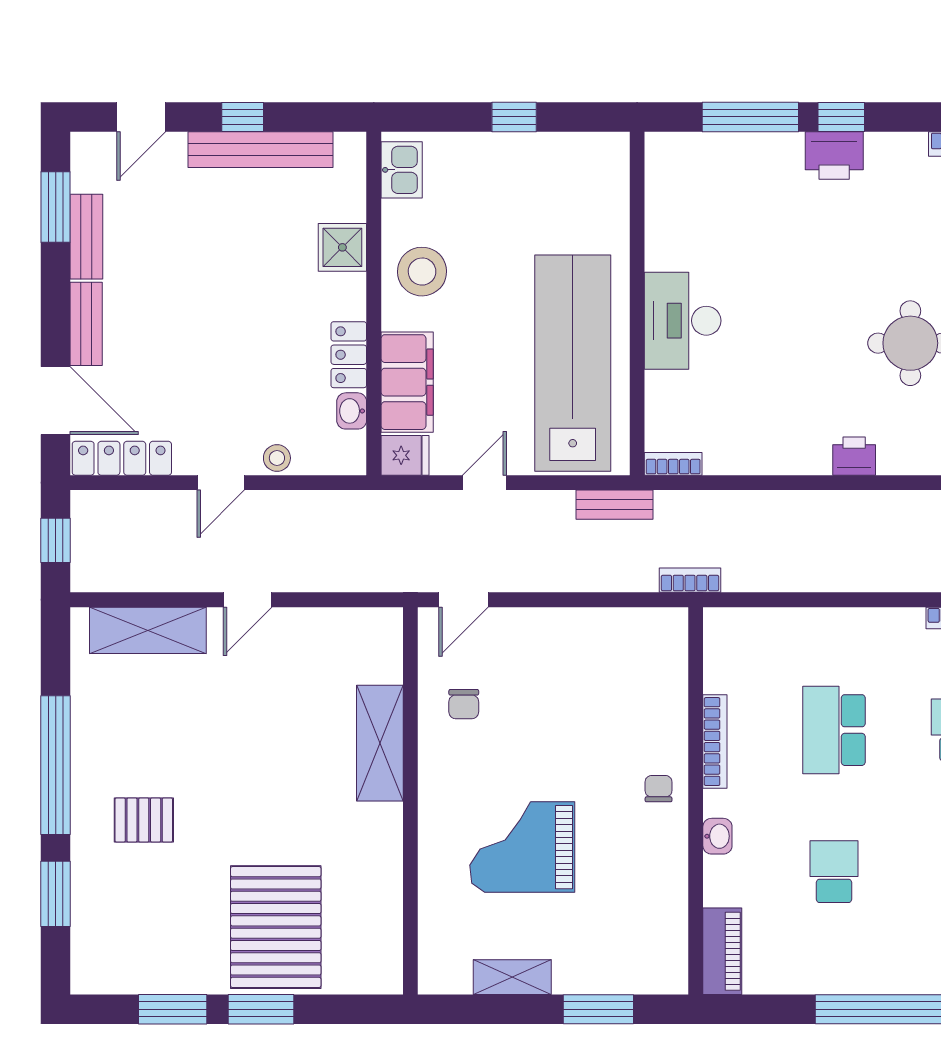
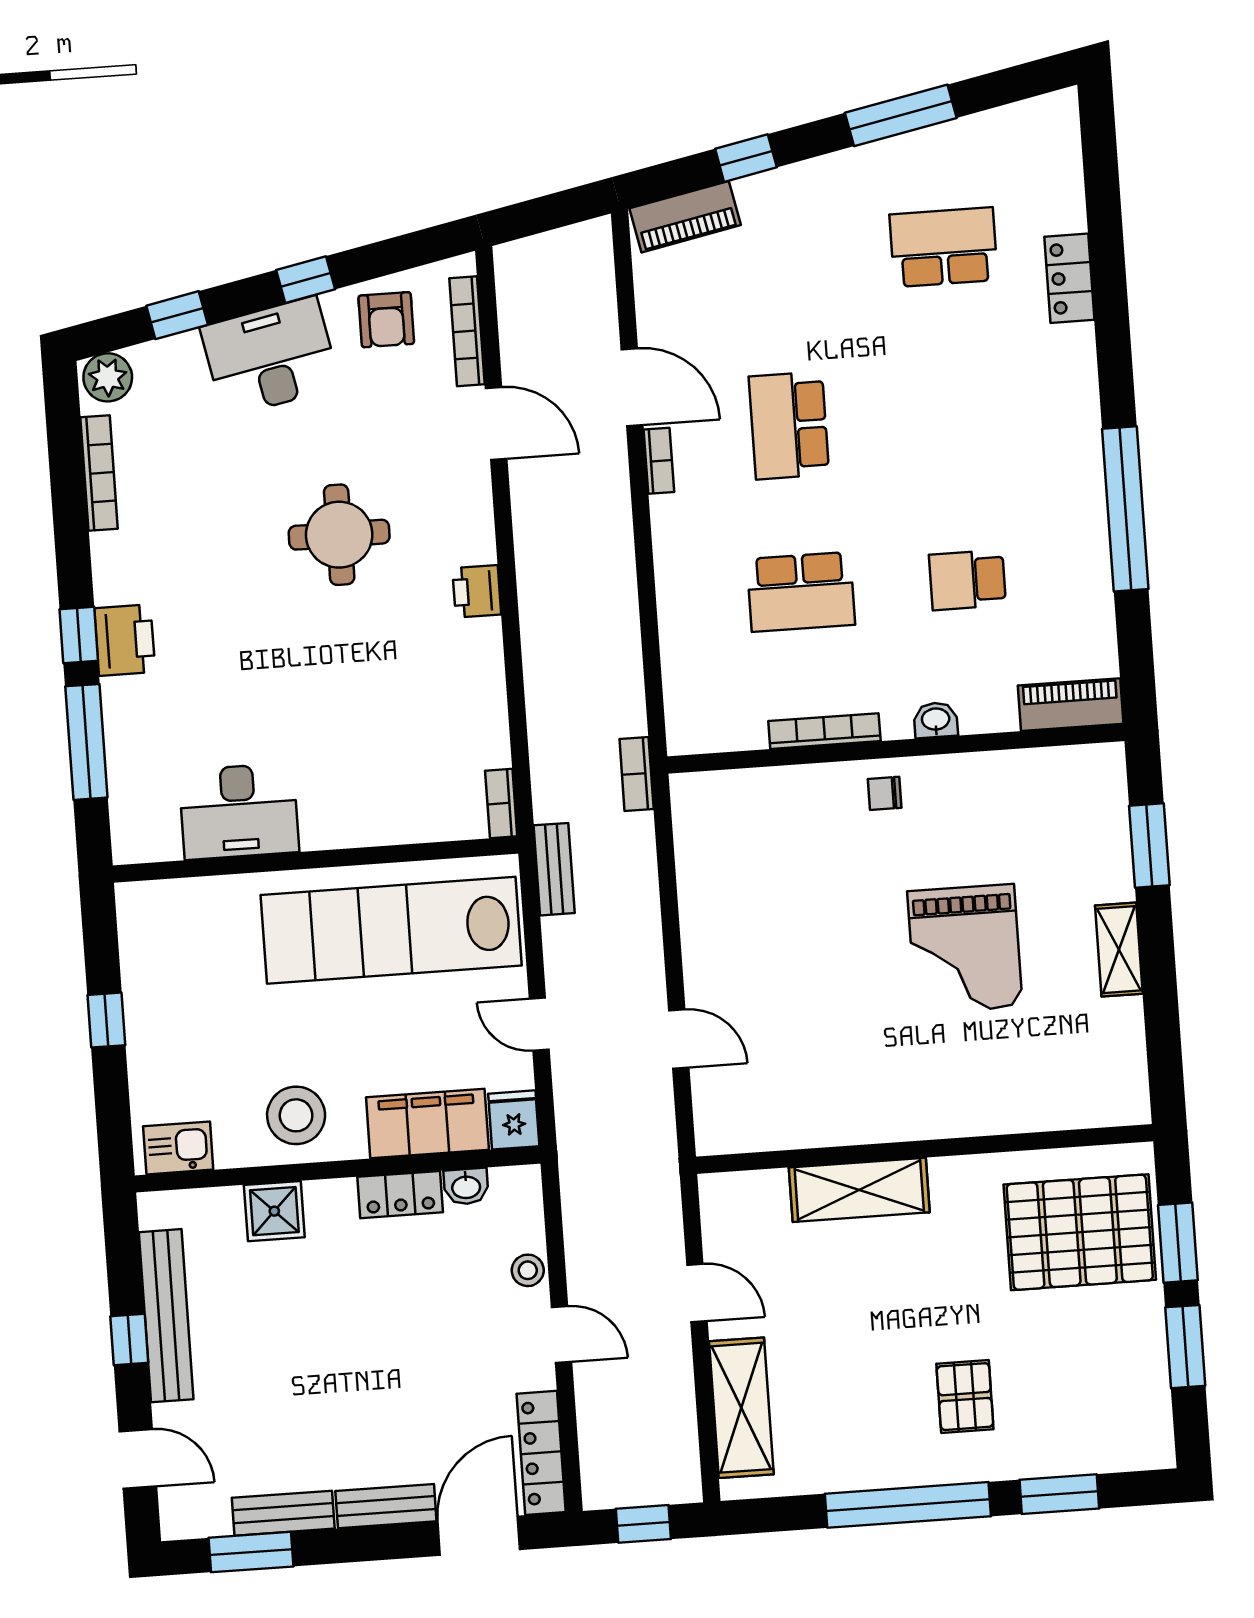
desk: (683, 321) -> (239, 811), moved
chair: (464, 704) -> (802, 1030), removed
shelving: (380, 743) -> (859, 1190), moved
wall: (410, 801) -> (925, 1149), moved

